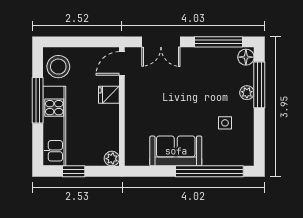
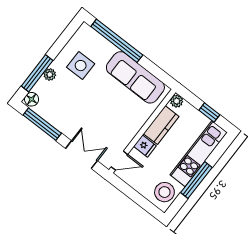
side table: (225, 123) -> (81, 66), width x1.87, depth x1.87
kitchen counter: (109, 126) -> (161, 125), added
sofa: (176, 151) -> (135, 77), width x1.36

